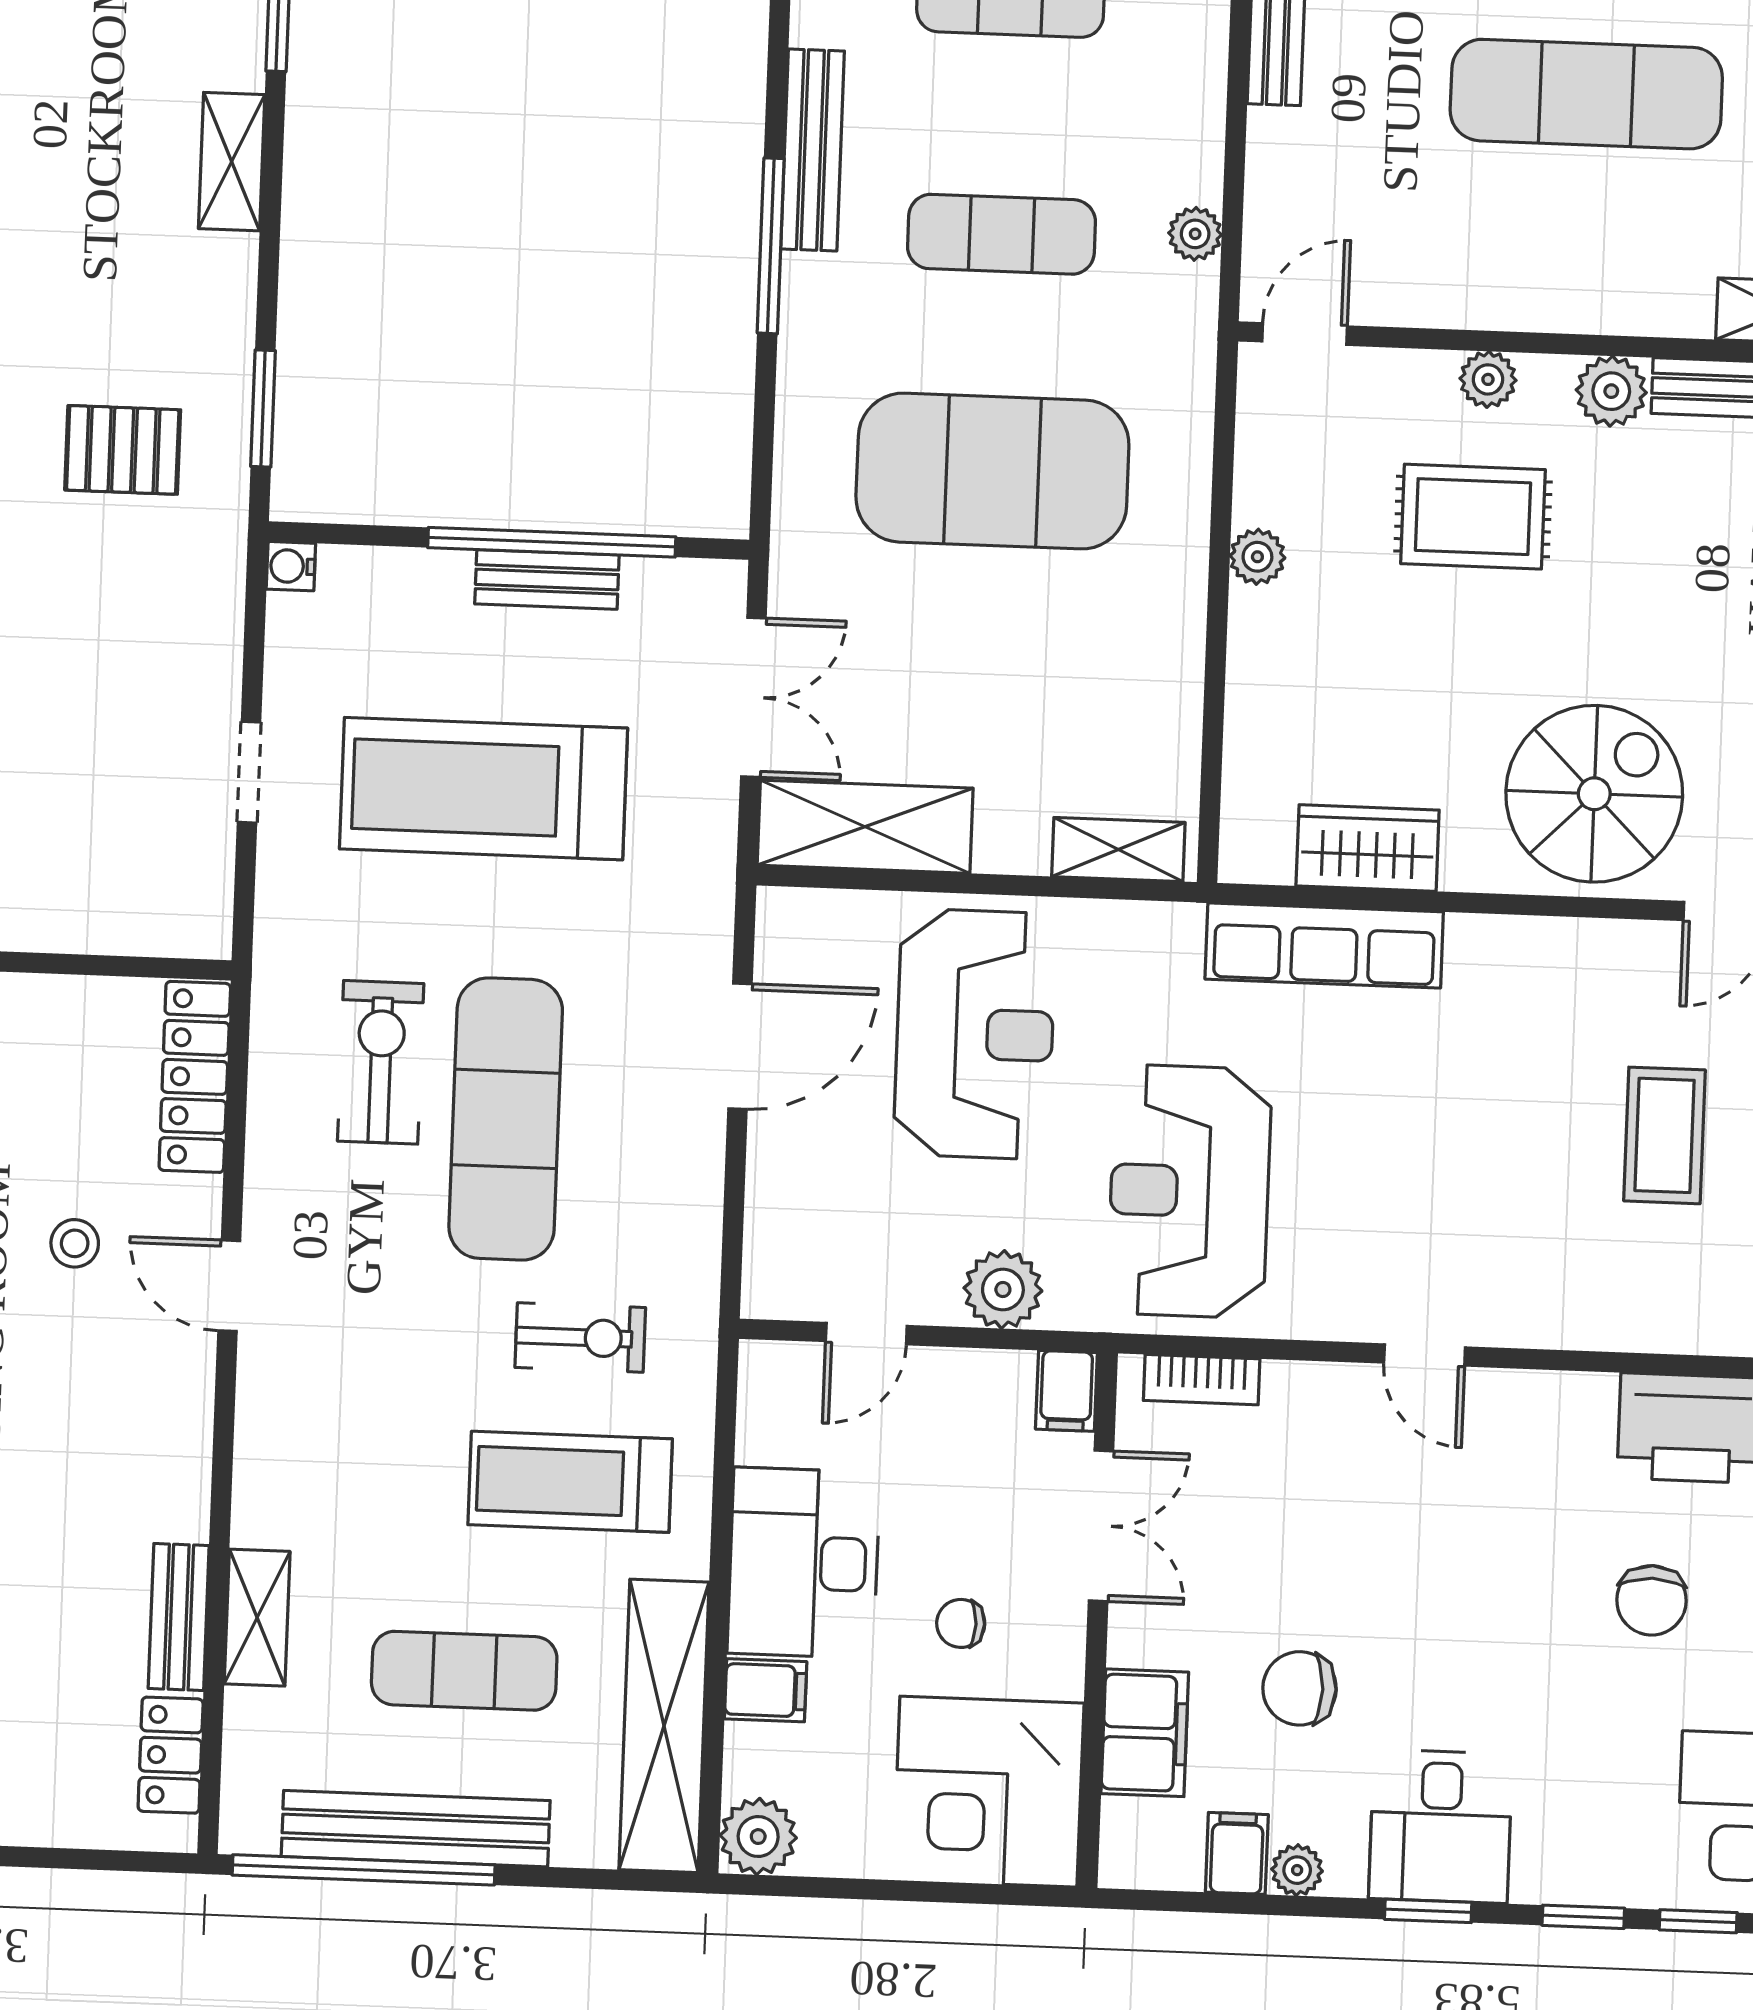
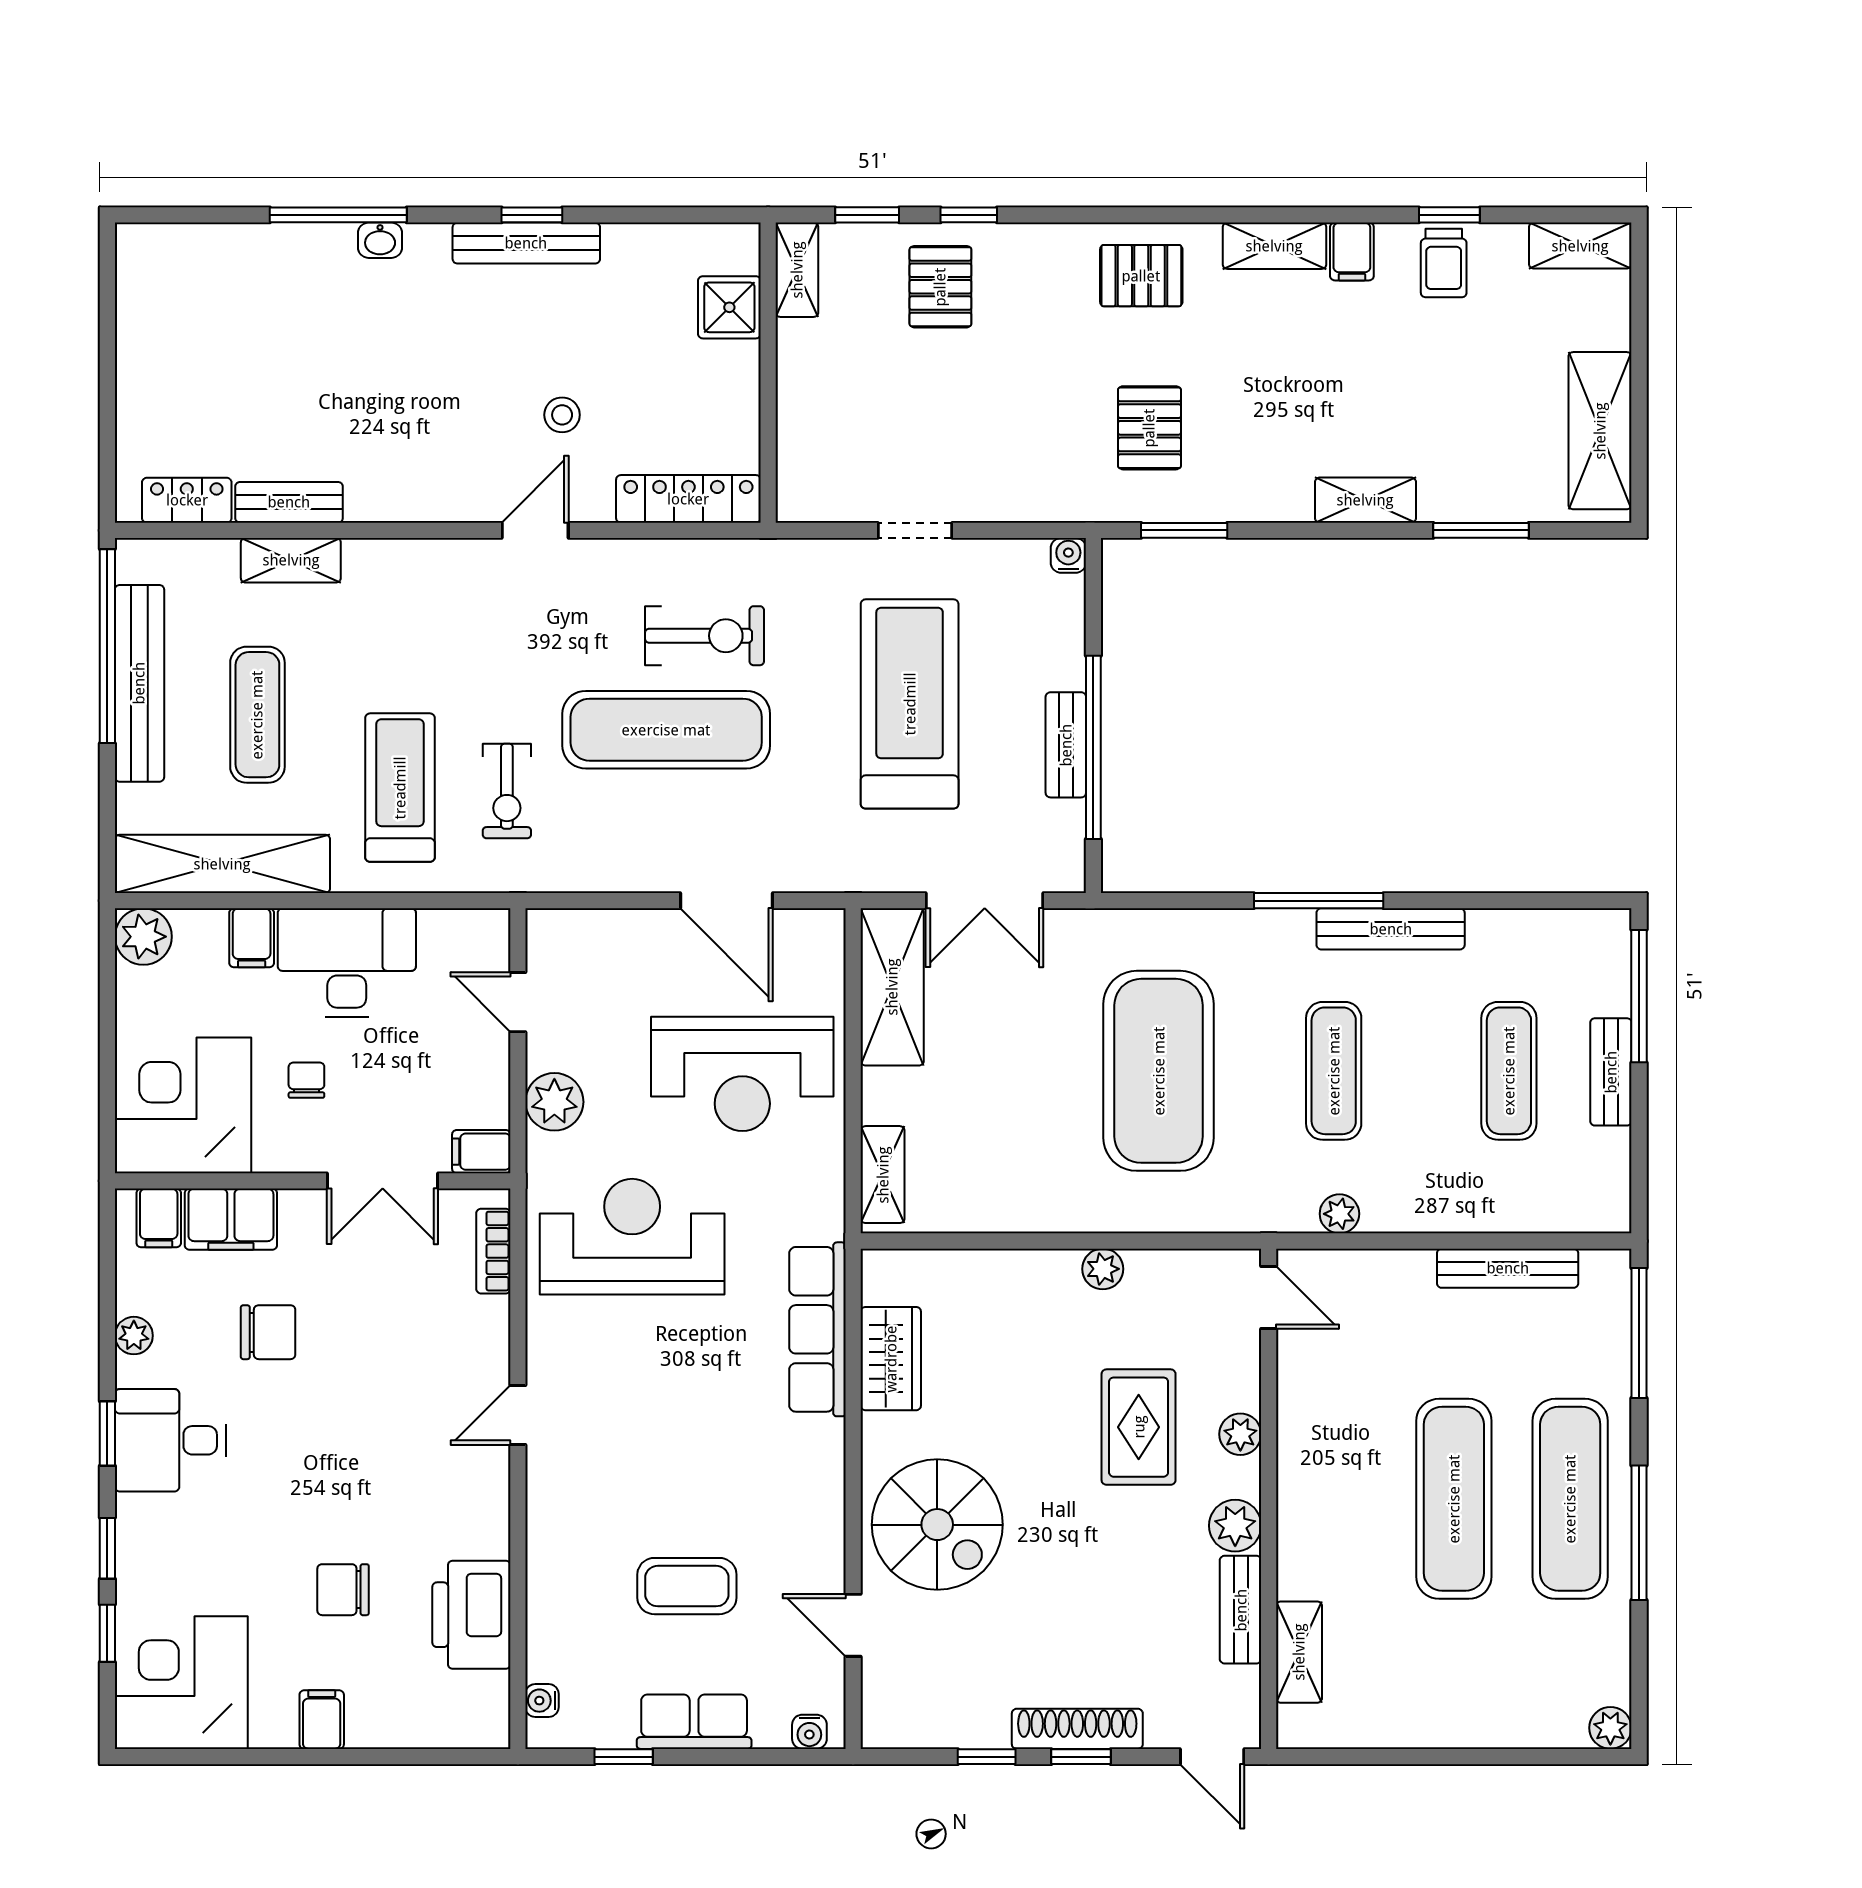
chair: (1300, 1688) -> (268, 1332), turned 90
filing cabinet: (1237, 1853) -> (159, 1218), moved, turned 90

